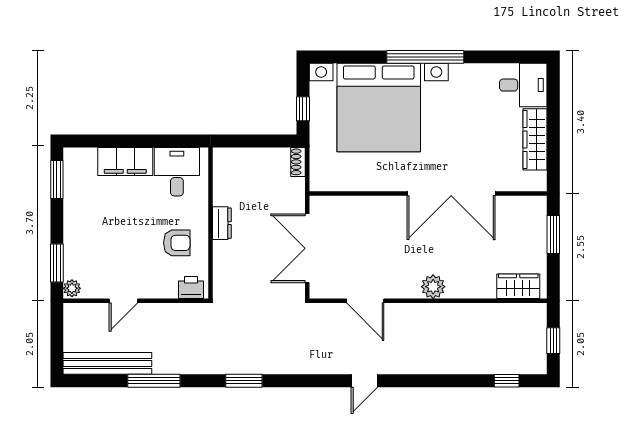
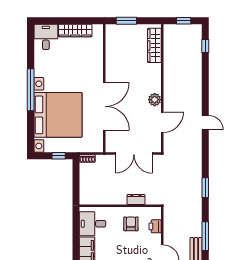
double door: (451, 194) -> (104, 106), moved
dresser: (222, 223) -> (136, 199), moved
wardrobe: (518, 286) -> (154, 45), width x1.50
plant: (433, 287) -> (155, 100), moved
printer: (191, 288) -> (155, 226), moved

